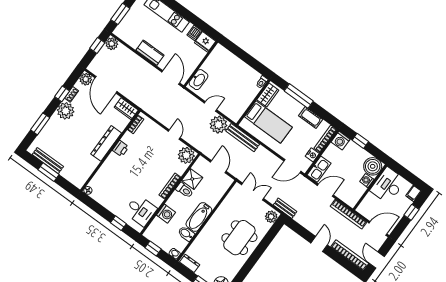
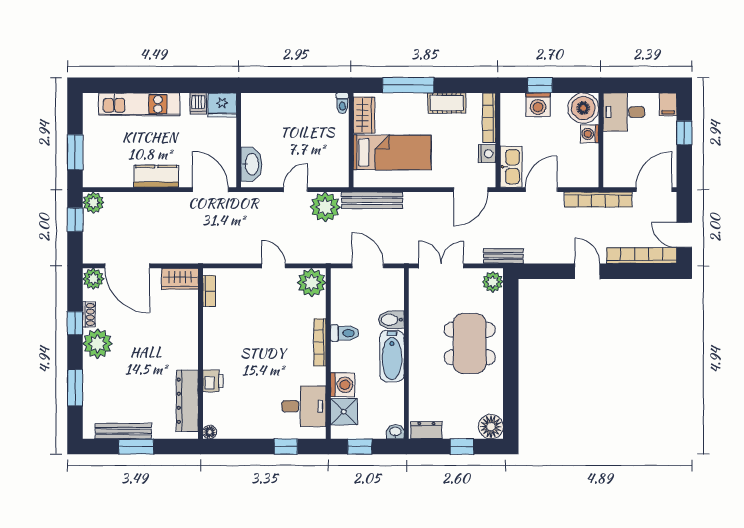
washing machine: (341, 141) -> (538, 105), moved
dresser: (106, 143) -> (187, 401), moved
printer: (121, 149) -> (213, 381), moved
shower: (192, 179) -> (344, 412), moved
desk: (388, 185) -> (624, 112), width x0.73
bidet: (186, 234) -> (391, 320), moved

